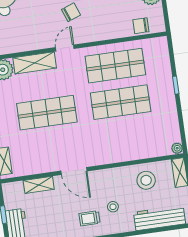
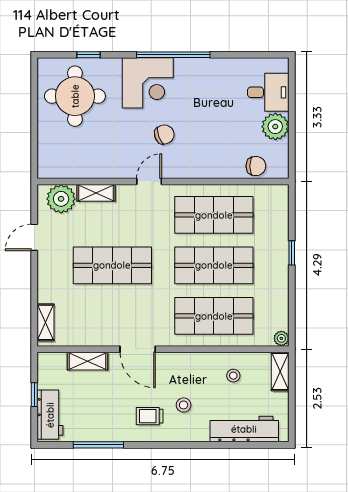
chair: (141, 26) -> (256, 166), turned 180
shelving: (35, 63) -> (96, 193), width x0.67, depth x0.75
shop shelf: (126, 139) -> (214, 316), added
stool: (146, 180) -> (233, 376), width x0.53, depth x0.53

